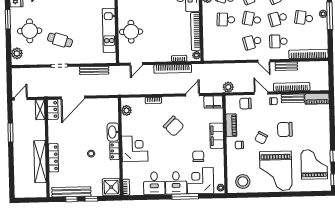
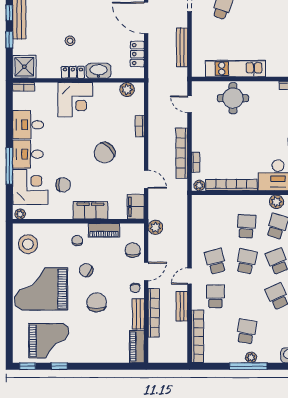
school desk: (278, 18) -> (246, 296), removed
locker: (100, 103) -> (137, 54), added

